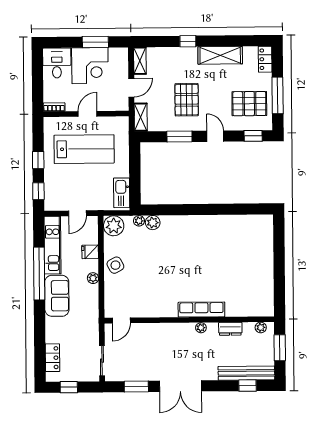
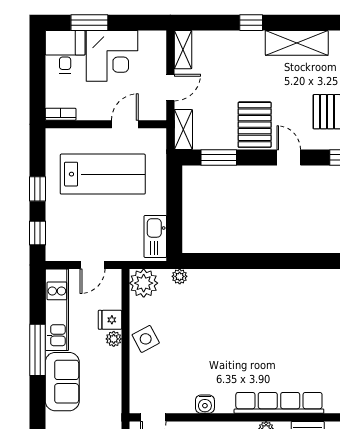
window: (95, 42) -> (89, 23), moved
pallet: (187, 100) -> (255, 125), moved
door: (88, 114) -> (125, 124), moved
window: (179, 137) -> (219, 157), moved
plant: (153, 223) -> (199, 279), removed
window: (39, 274) -> (37, 350), width x0.68
plant: (93, 278) -> (114, 339), moved
row of seats: (201, 310) -> (279, 403), width x1.36
water cooler: (158, 311) -> (205, 404), added

